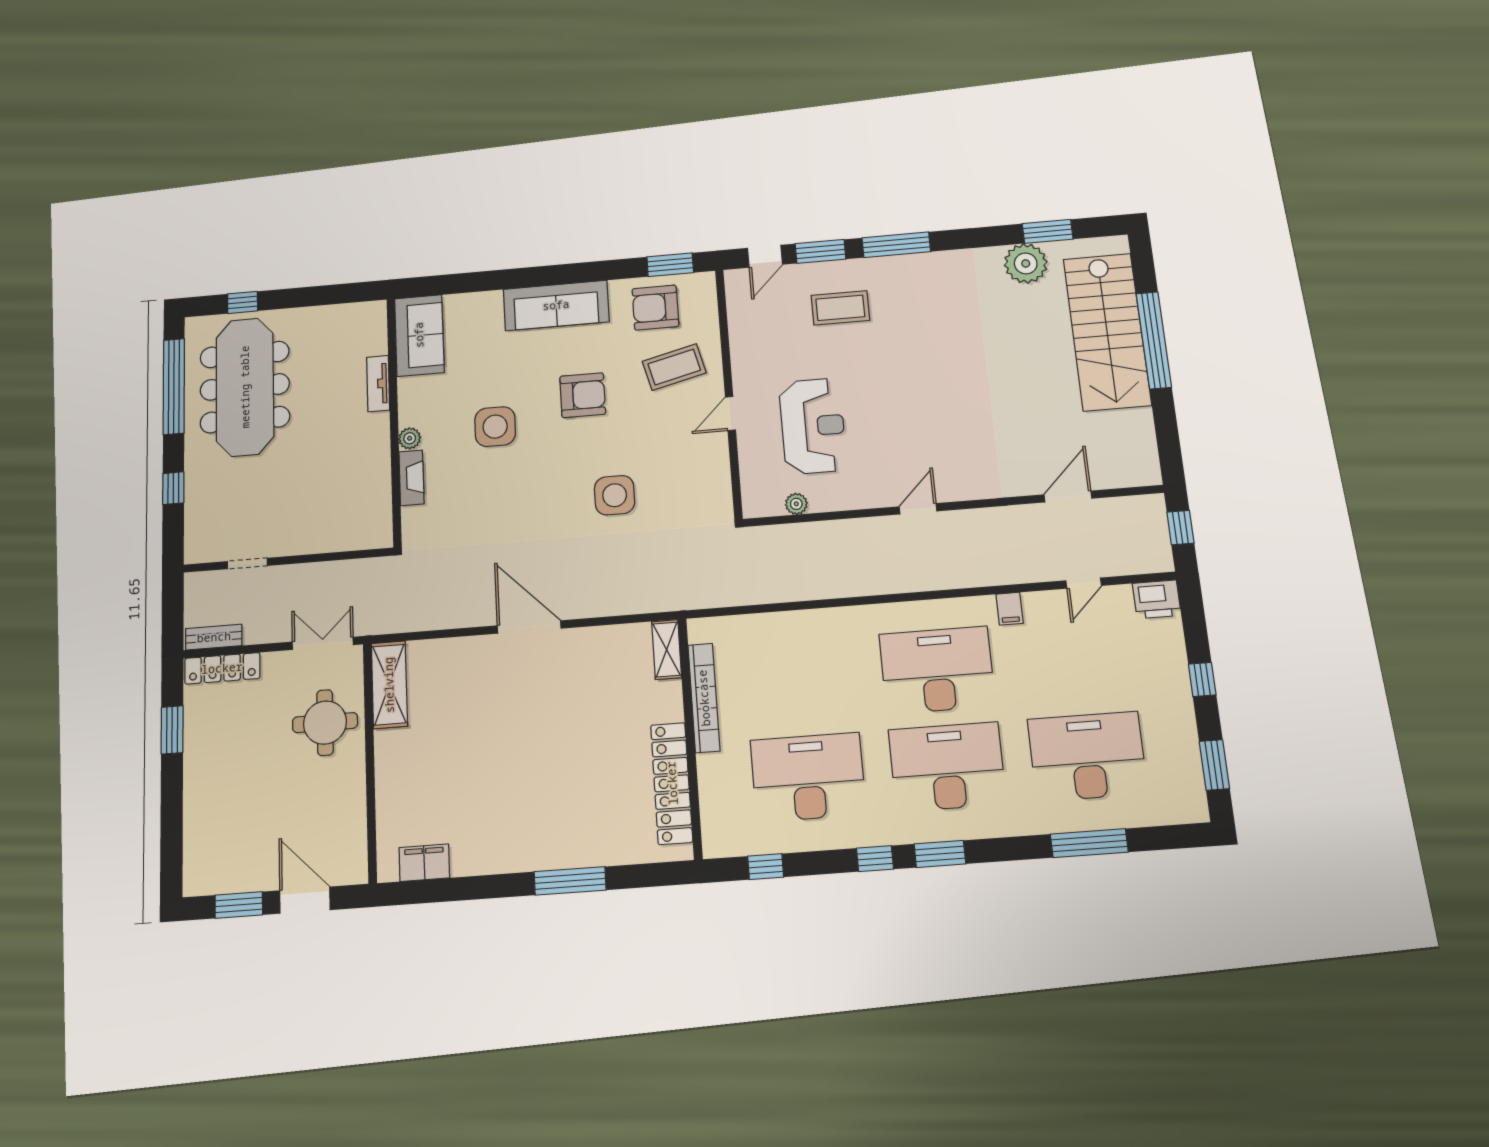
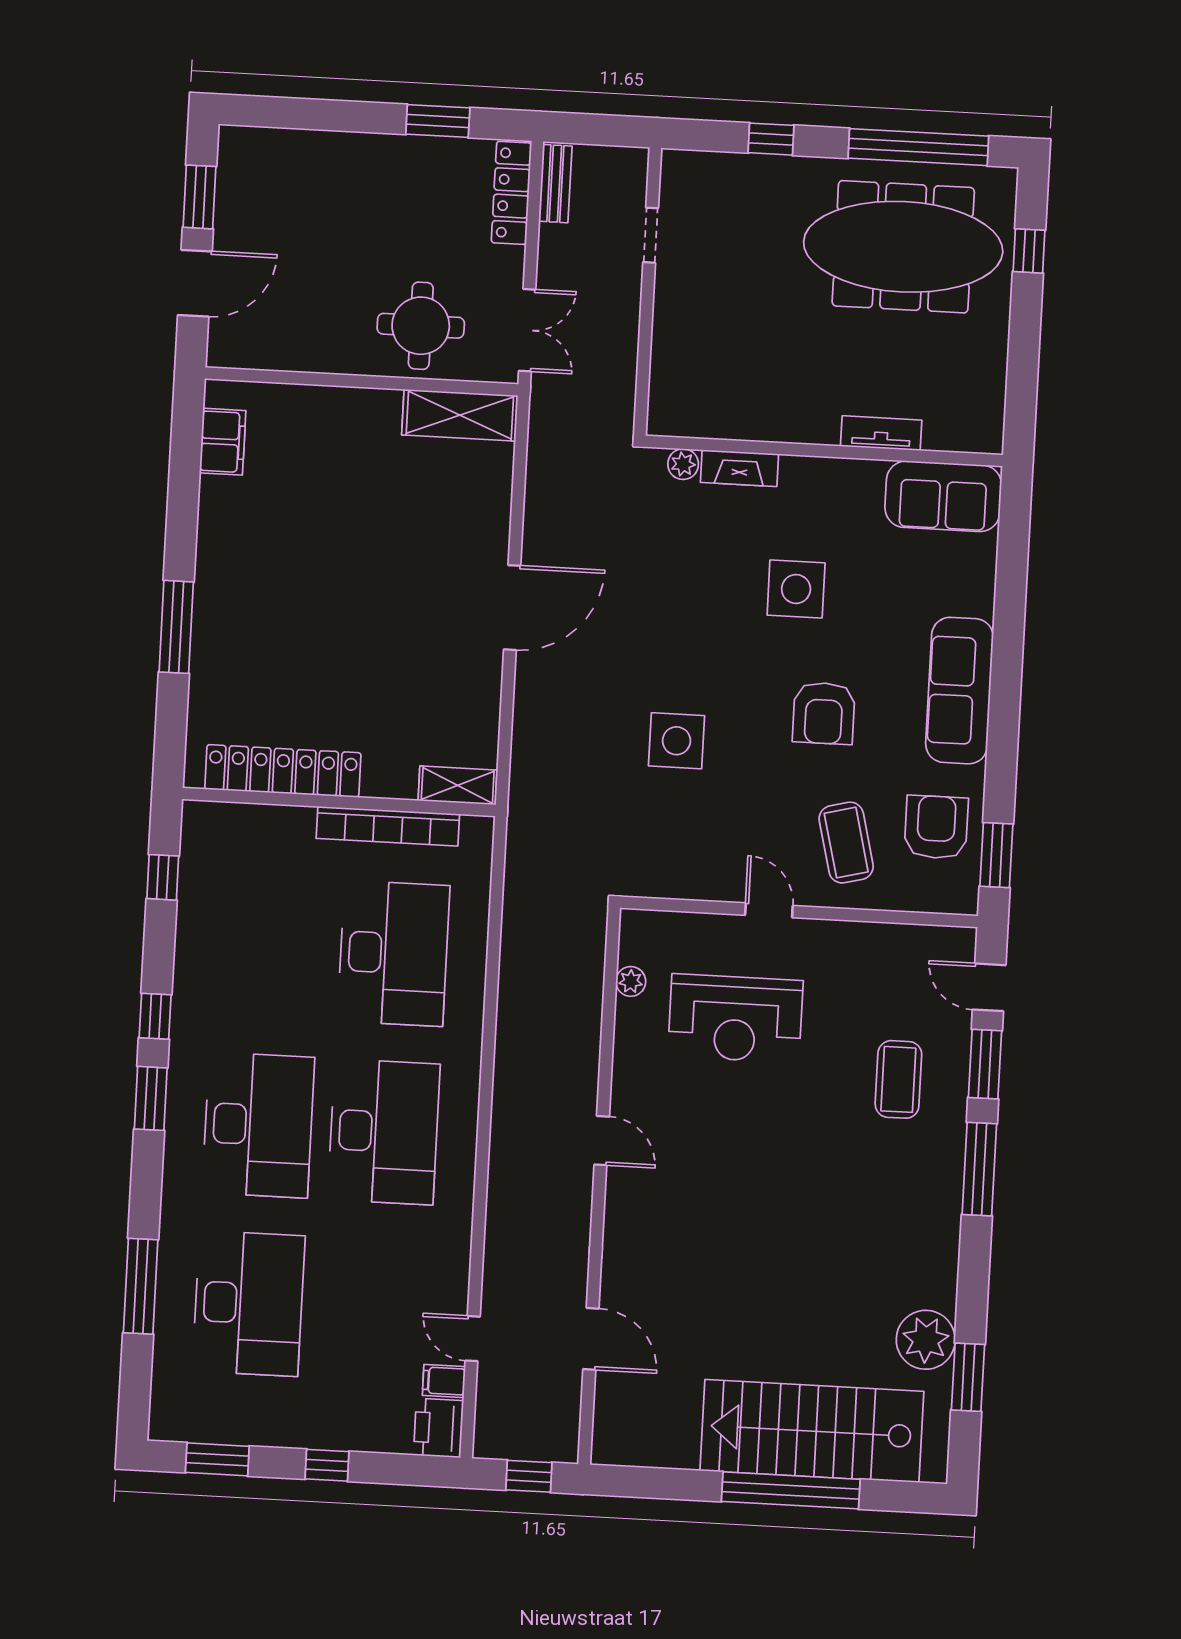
plant: (410, 438) -> (683, 464), moved
filing cabinet: (1010, 609) -> (444, 1381), moved
desk: (808, 777) -> (394, 953), moved

